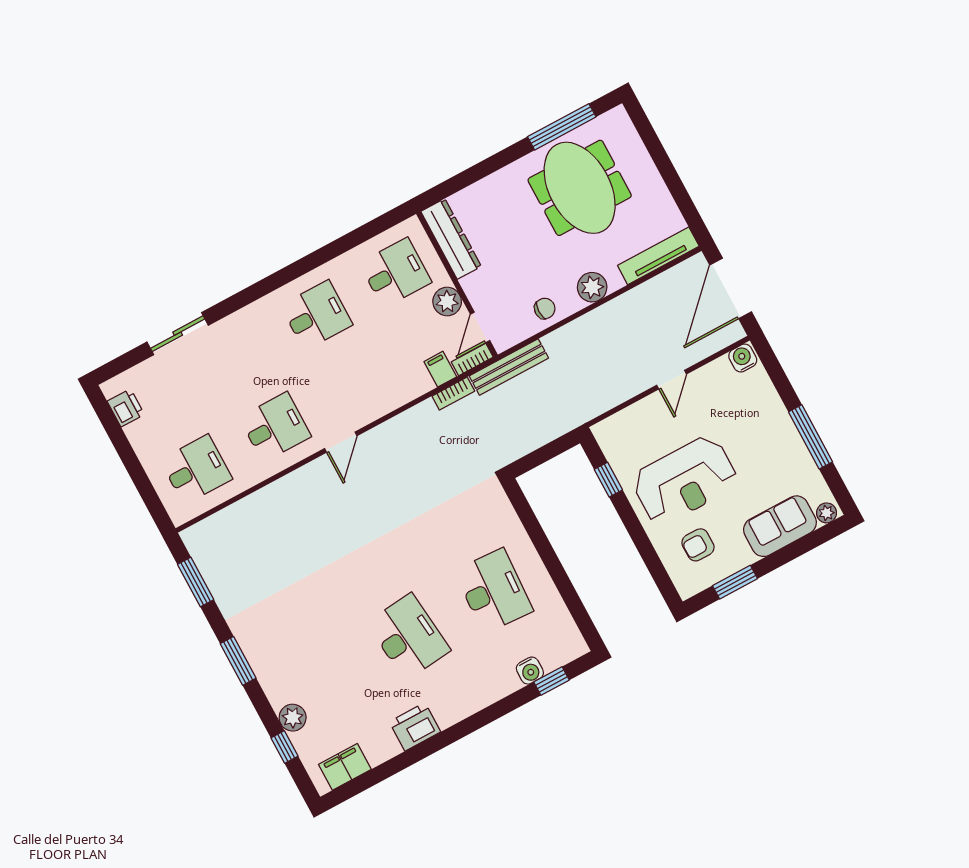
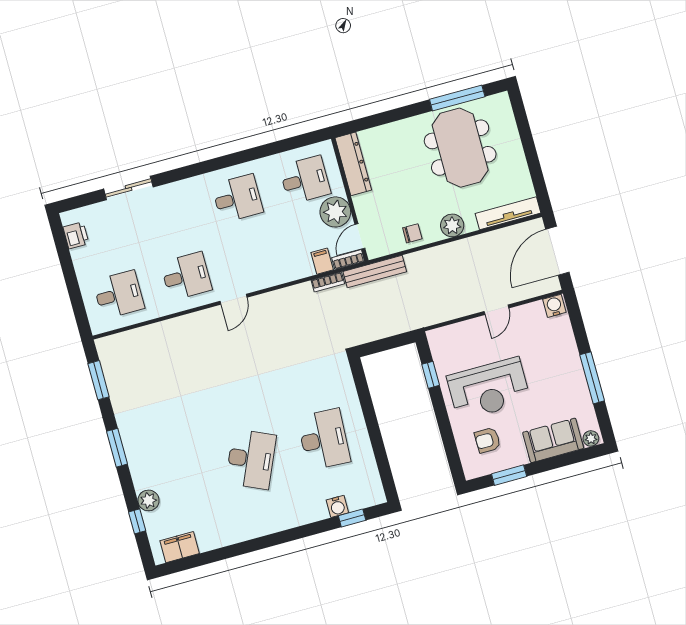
plant: (447, 301) -> (335, 212), width x1.36, depth x1.36
desk: (408, 637) -> (251, 459), turned 30
printer: (415, 727) -> (240, 529), removed

